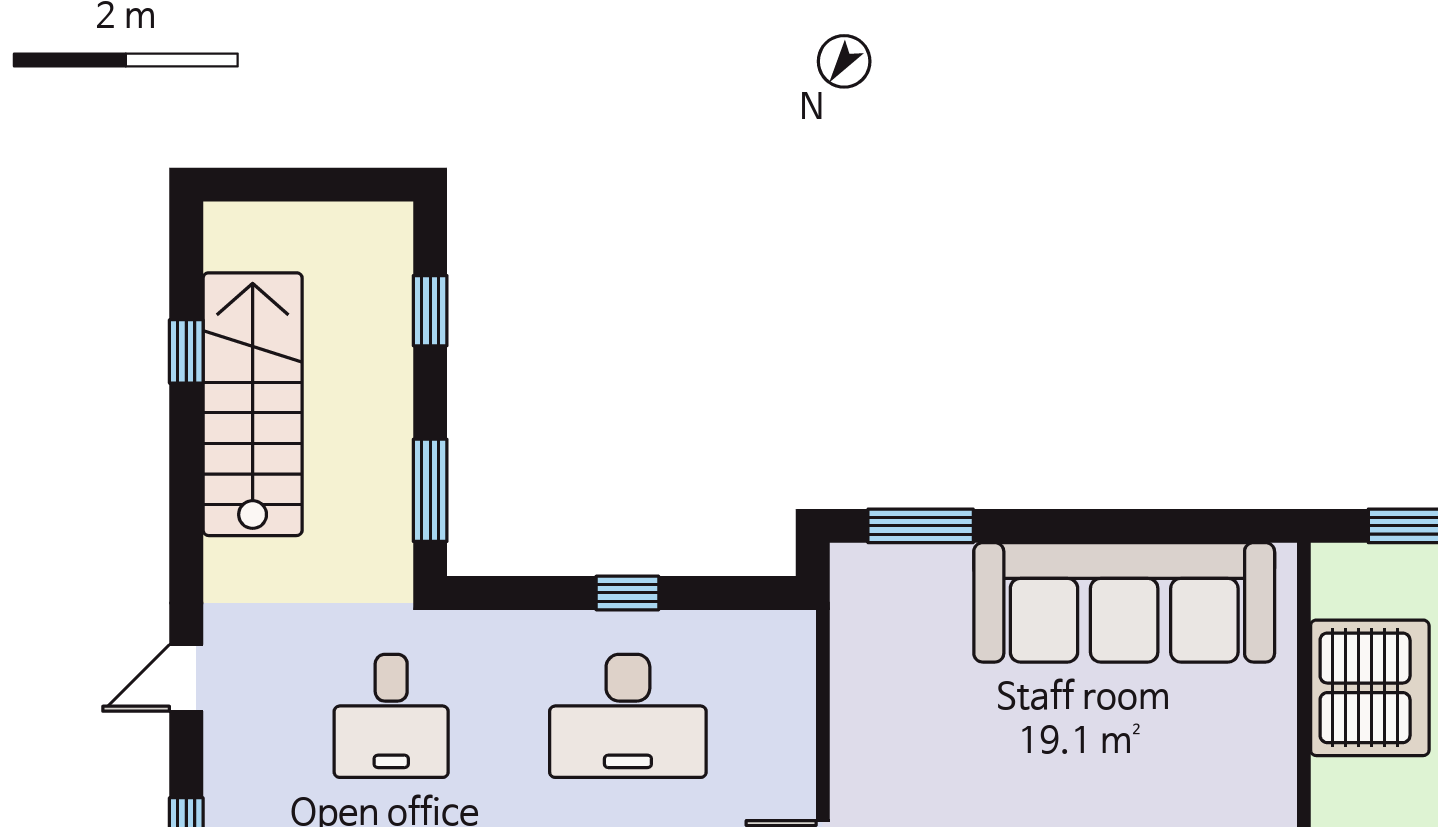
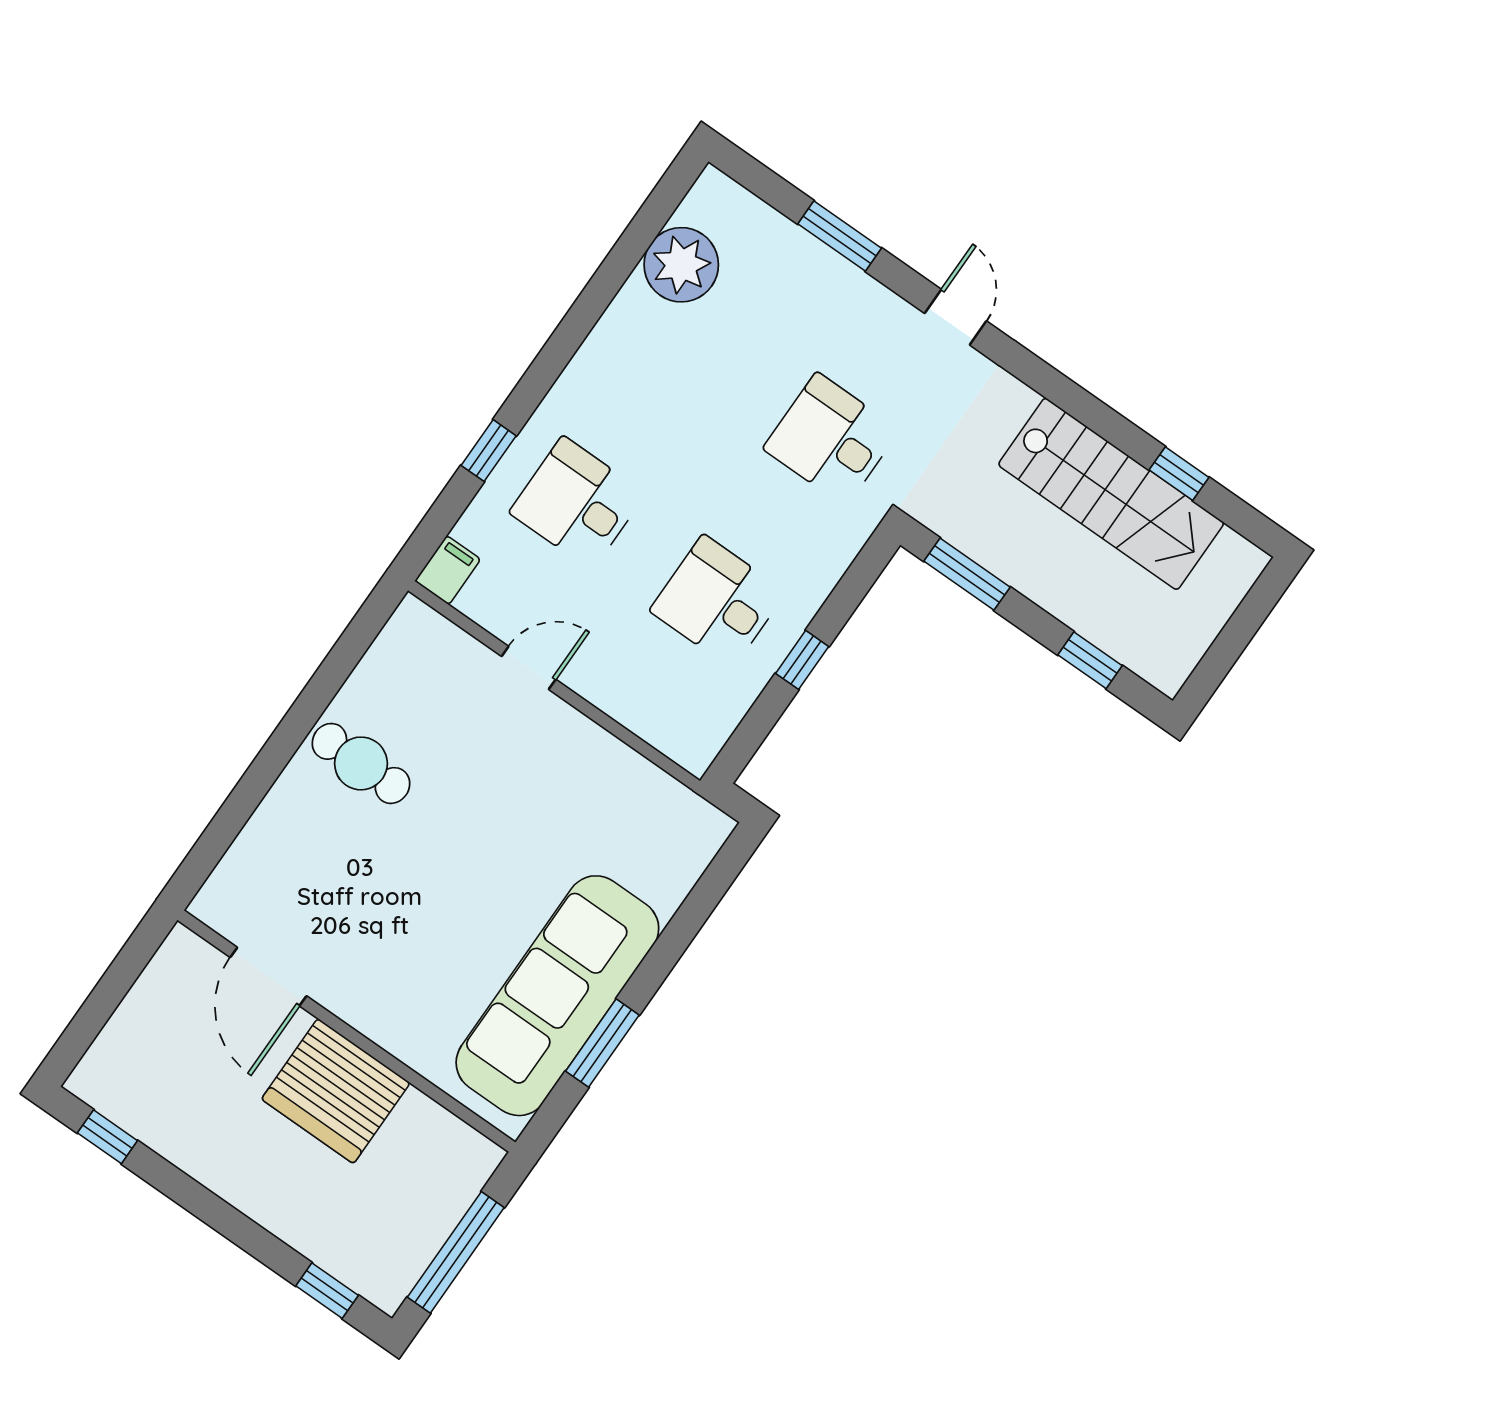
window: (921, 526) -> (602, 1043), moved
server rack: (1370, 688) -> (336, 1091), moved
desk: (628, 716) -> (718, 601), width x0.73

